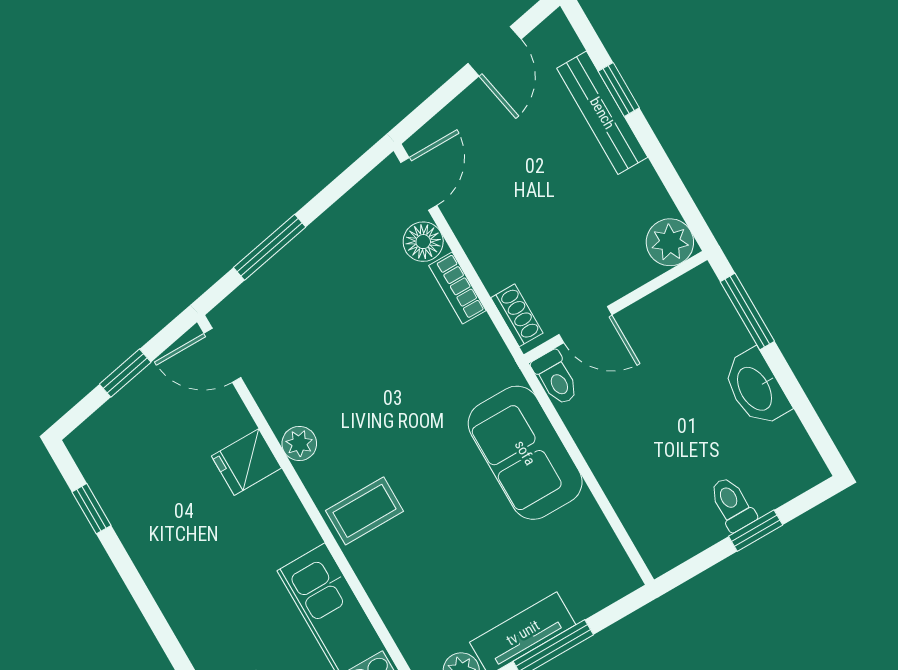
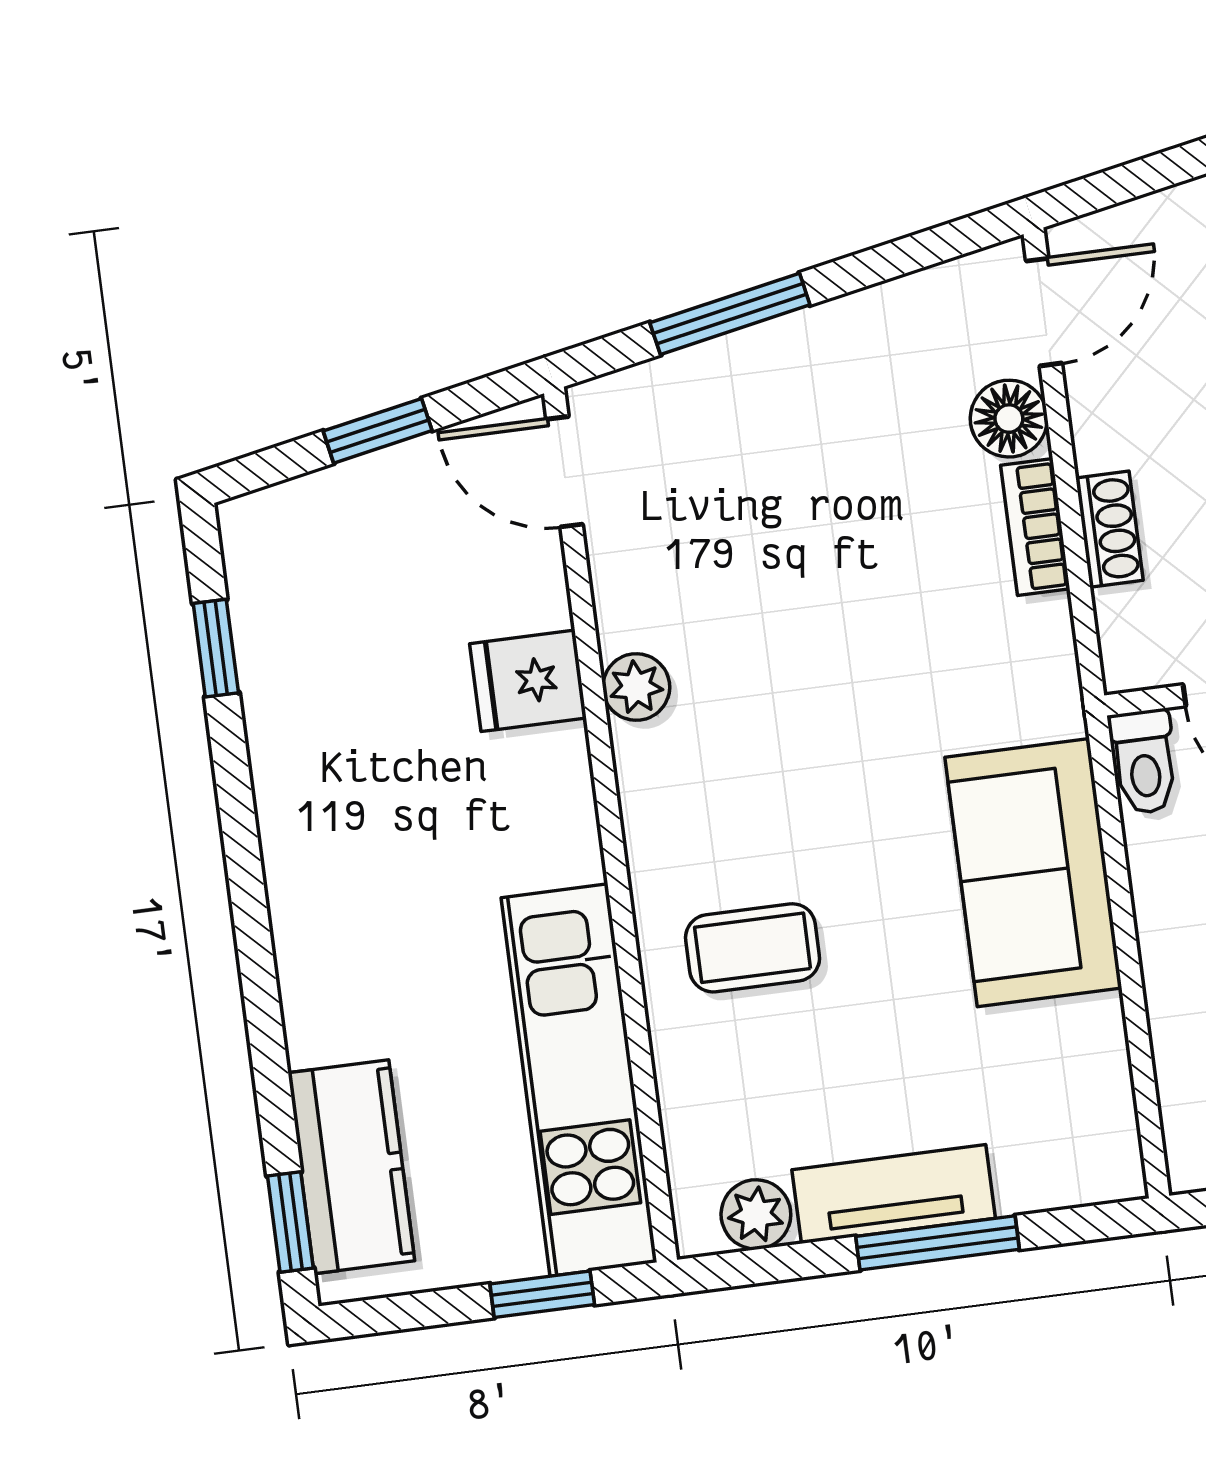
shoe rack: (517, 315) -> (1109, 529), moved
coffee table: (365, 511) -> (753, 948), moved

